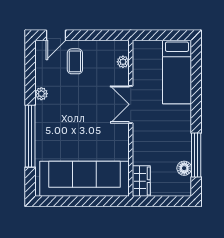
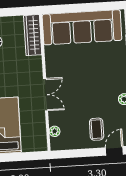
wardrobe: (141, 181) -> (33, 35), width x1.50

